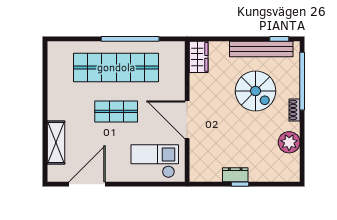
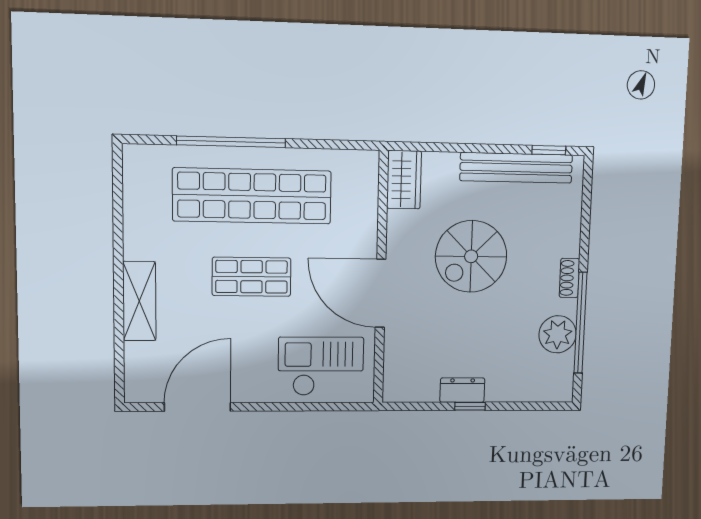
window: (130, 39) -> (231, 142), moved
window: (302, 81) -> (580, 323), moved
spiral stairs: (255, 91) -> (471, 256), moved, turned 90
shelving: (56, 142) -> (139, 301), moved

